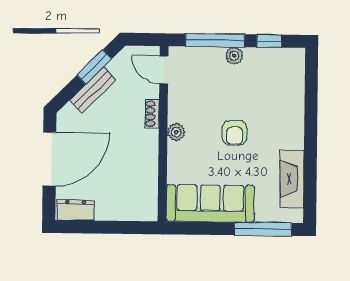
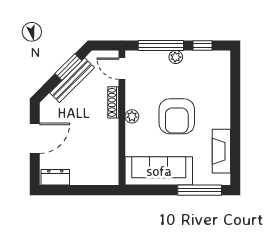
bench: (93, 90) -> (72, 80), width x1.36
shoe rack: (152, 114) -> (113, 102), width x1.43
armchair: (235, 133) -> (177, 116), width x1.88, depth x1.88
door: (49, 159) -> (35, 138), width x0.73

